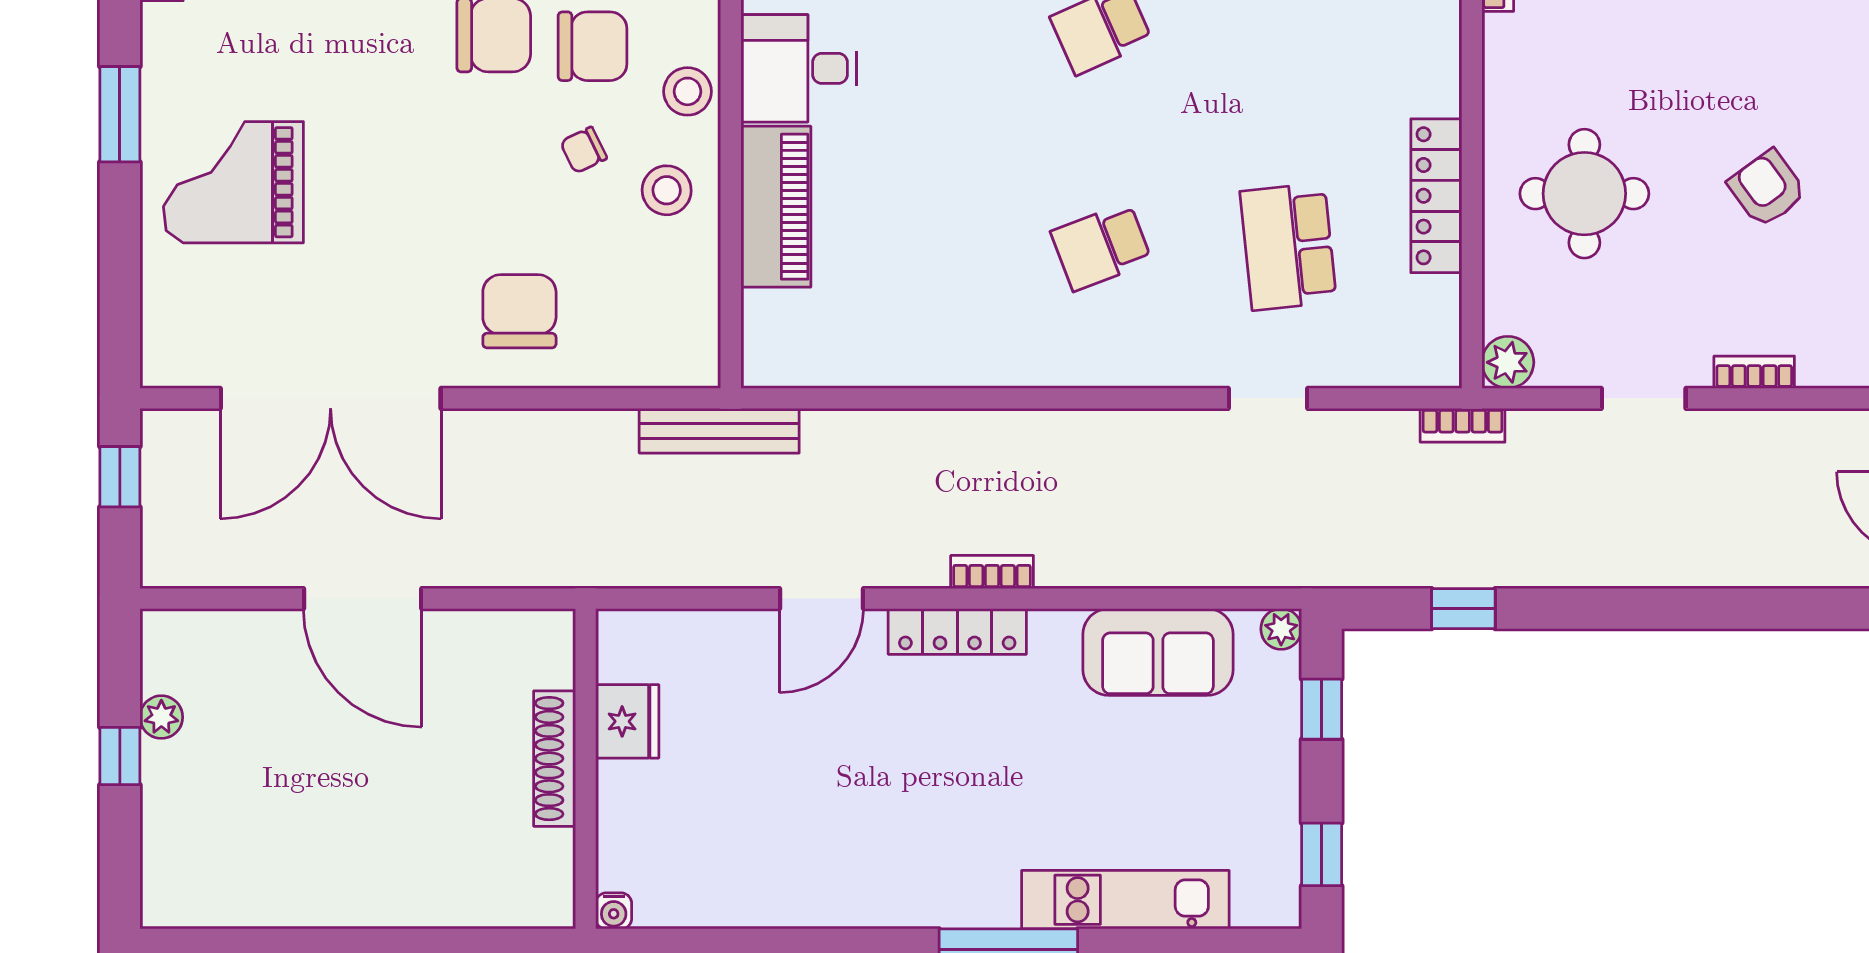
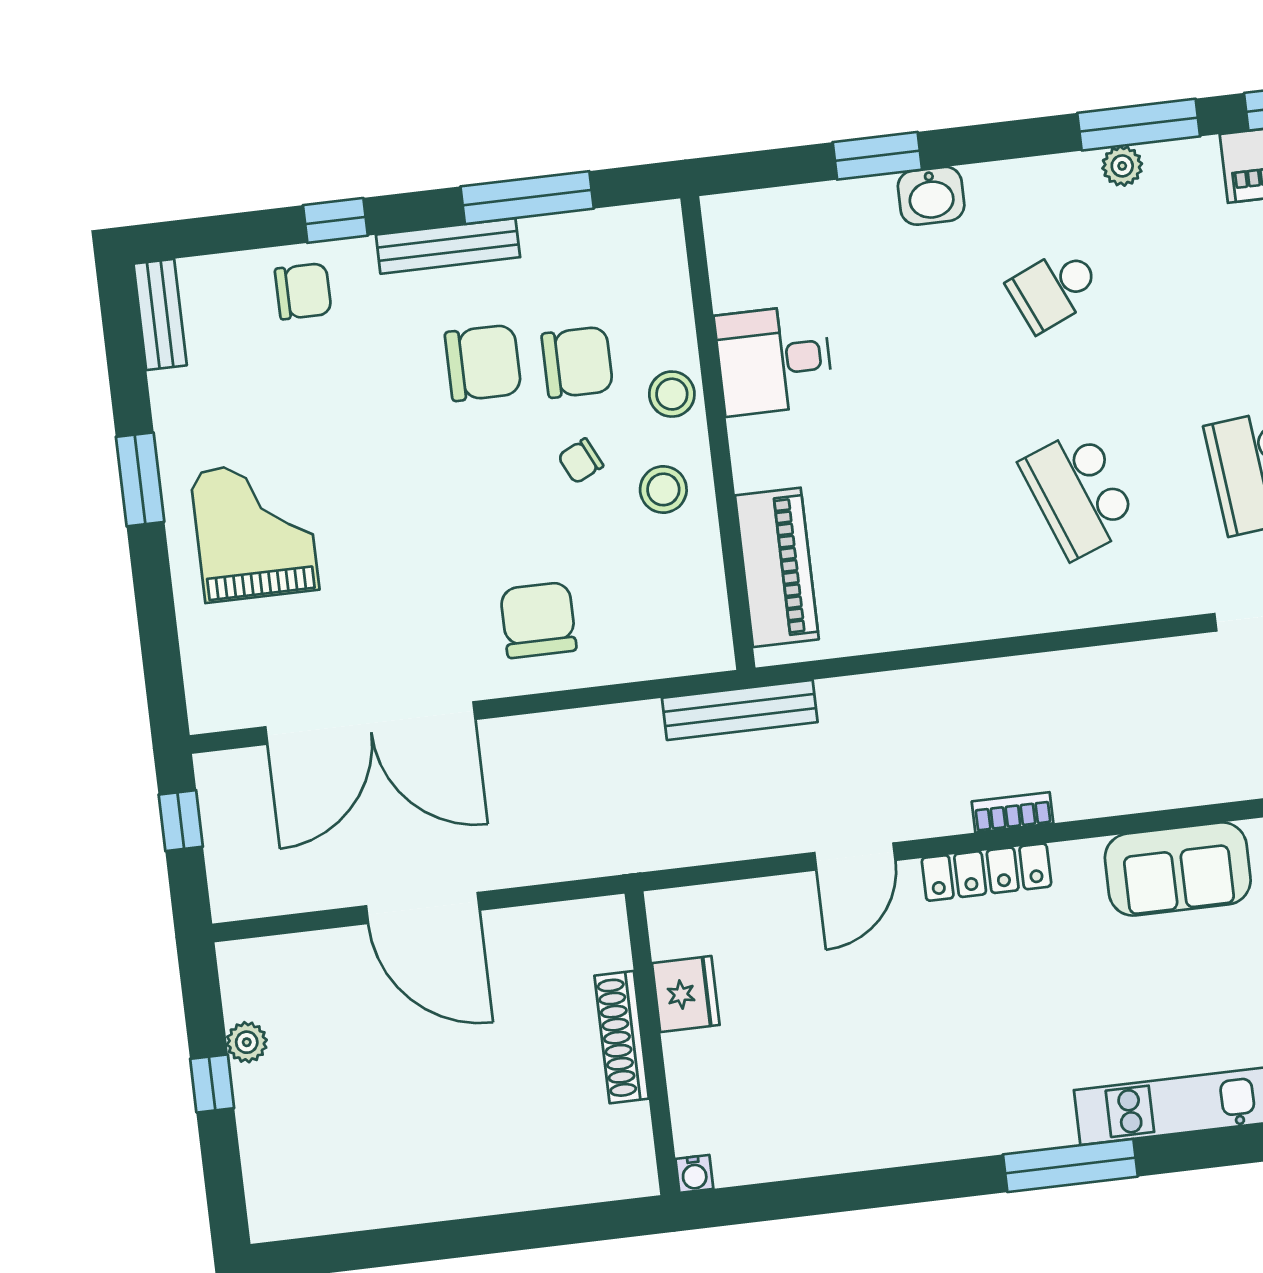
grand piano: (233, 182) -> (255, 531), turned 90
piano: (776, 207) -> (777, 567), moved
school desk: (1101, 247) -> (1079, 494), width x1.85

